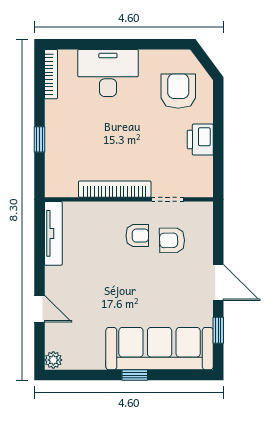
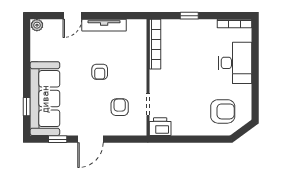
printer: (200, 140) -> (160, 127), moved
bookcase: (115, 189) -> (155, 44), moved
tv unit: (53, 233) -> (104, 25), moved
armchair: (137, 236) -> (100, 72), moved
window: (135, 375) -> (27, 107), moved

